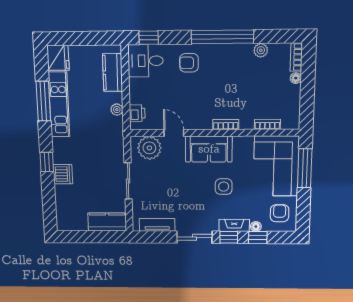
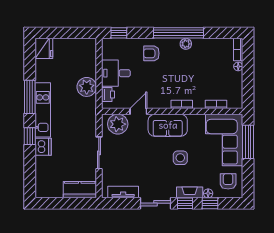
plant: (261, 50) -> (186, 44), moved
desk: (145, 61) -> (116, 73), moved
kitchen counter: (113, 73) -> (89, 61), removed
window: (43, 101) -> (30, 97), moved
kitchen unit: (59, 104) -> (43, 110), moved
plant: (117, 110) -> (87, 87), width x1.87, depth x1.87
door: (174, 133) -> (138, 111), hinge flipped

